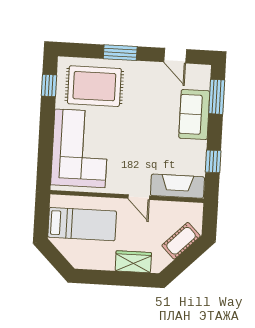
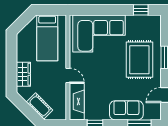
rug: (94, 86) -> (139, 60), moved
door: (139, 197) -> (68, 75), swing flipped

